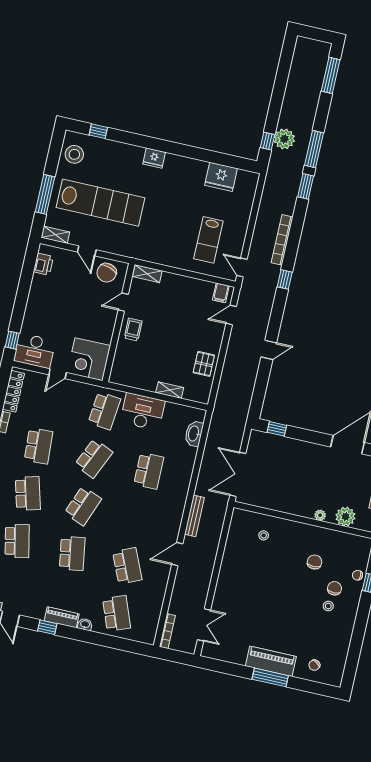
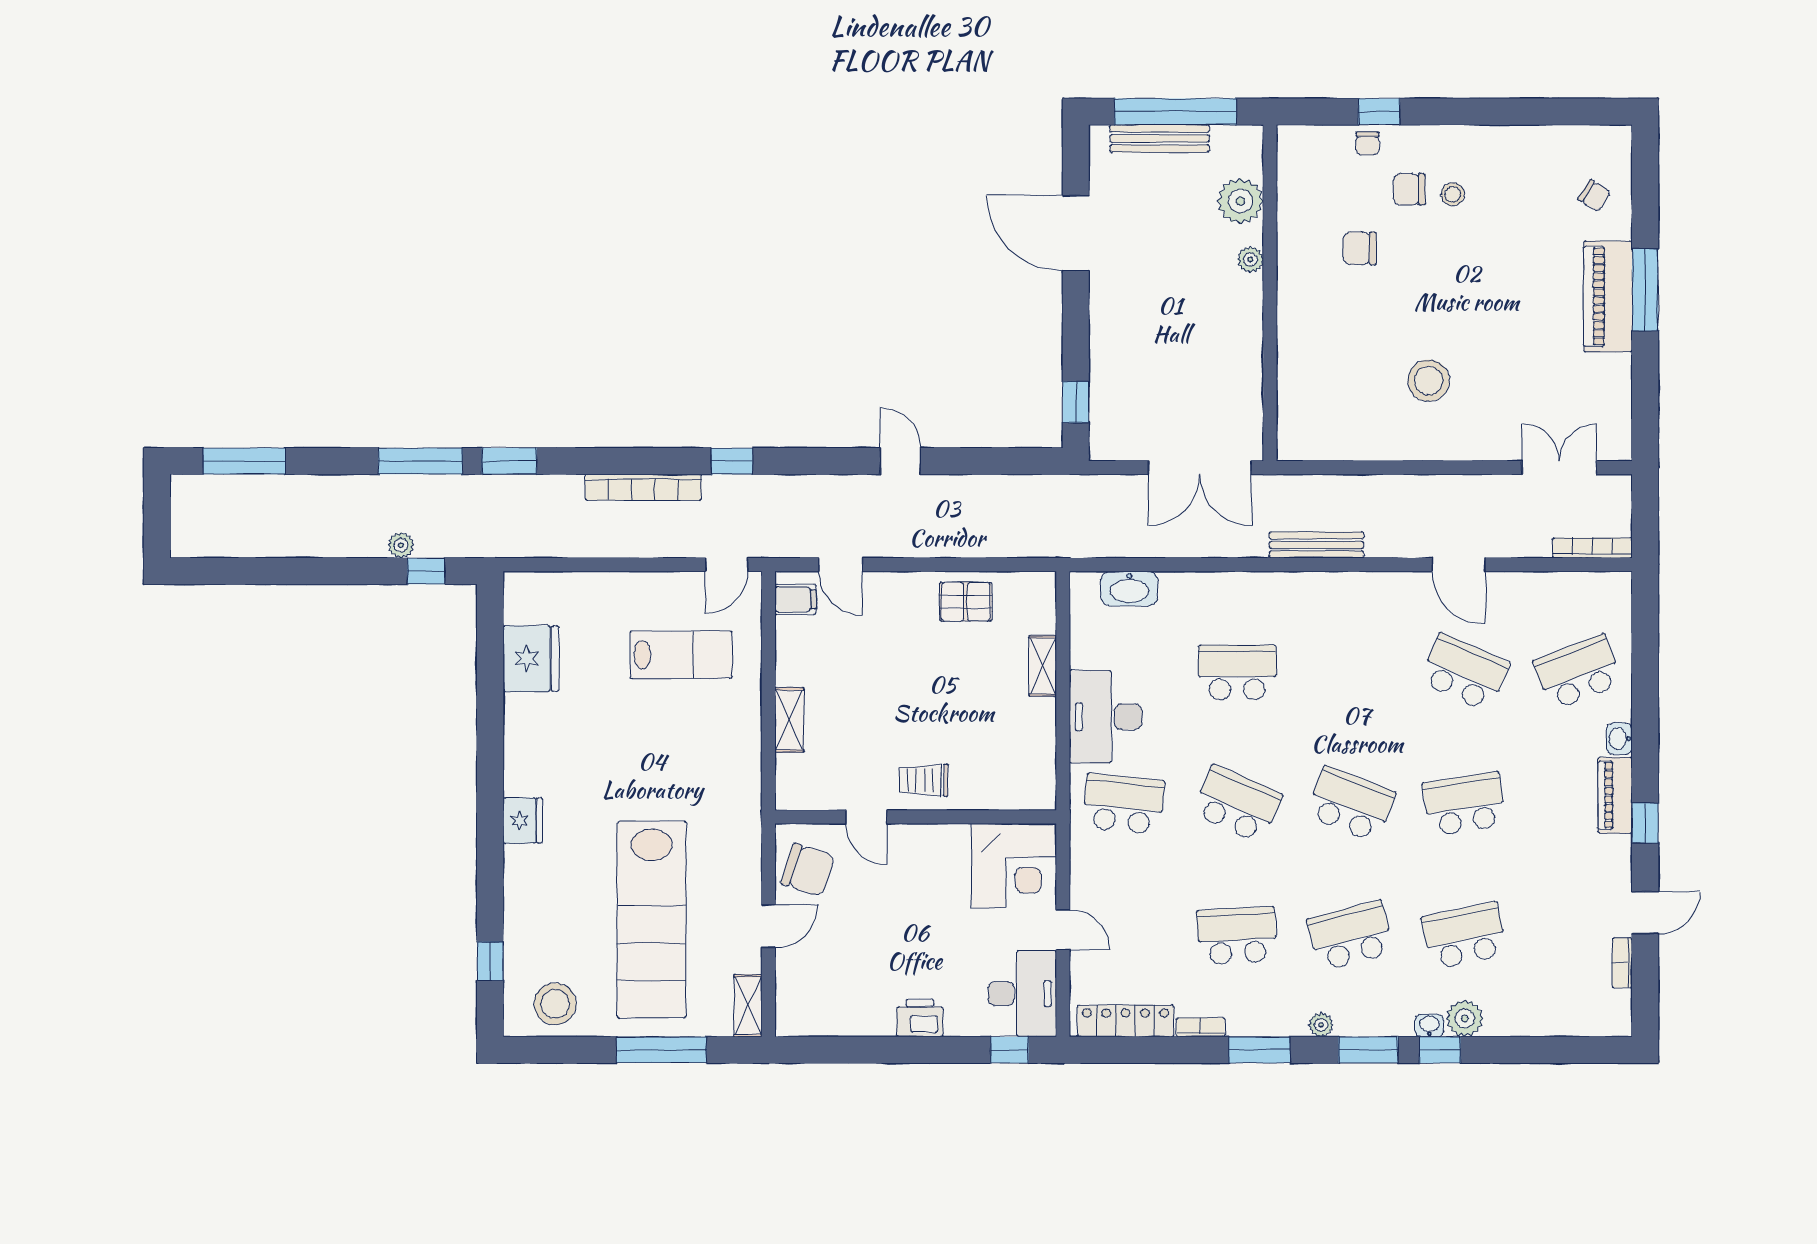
plant: (284, 139) -> (401, 545), width x0.53, depth x0.53
lab bench: (100, 203) -> (652, 920), turned 180
printer: (43, 264) -> (920, 1018), moved
shelving: (147, 274) -> (789, 720), moved
stool: (264, 535) -> (1429, 381), moved, width x1.89, depth x1.89
door: (177, 554) -> (1459, 565), moved
school desk: (127, 566) -> (1464, 672), turned 48

